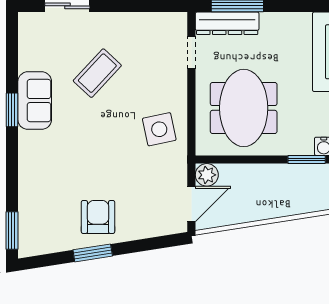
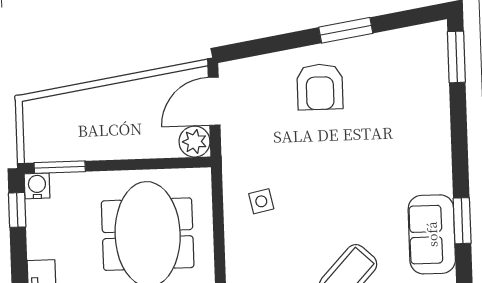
side table: (159, 129) -> (261, 201), width x0.54, depth x0.54
armchair: (98, 217) -> (320, 87), moved

